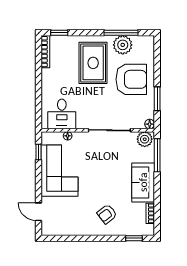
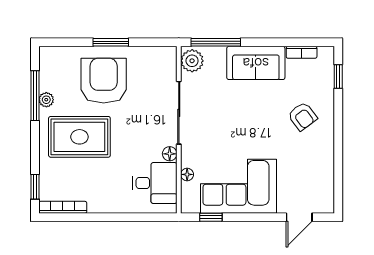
plant: (123, 45) -> (46, 100), width x0.53, depth x0.53
window: (157, 99) -> (111, 42), moved
floor lamp: (150, 124) -> (170, 154), moved

